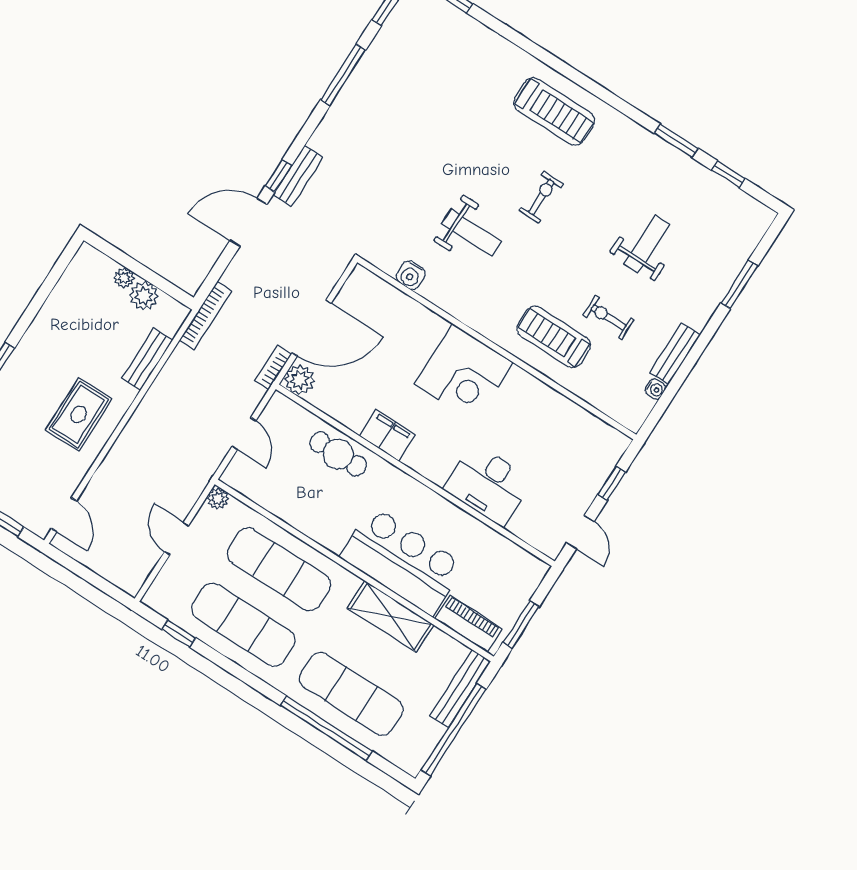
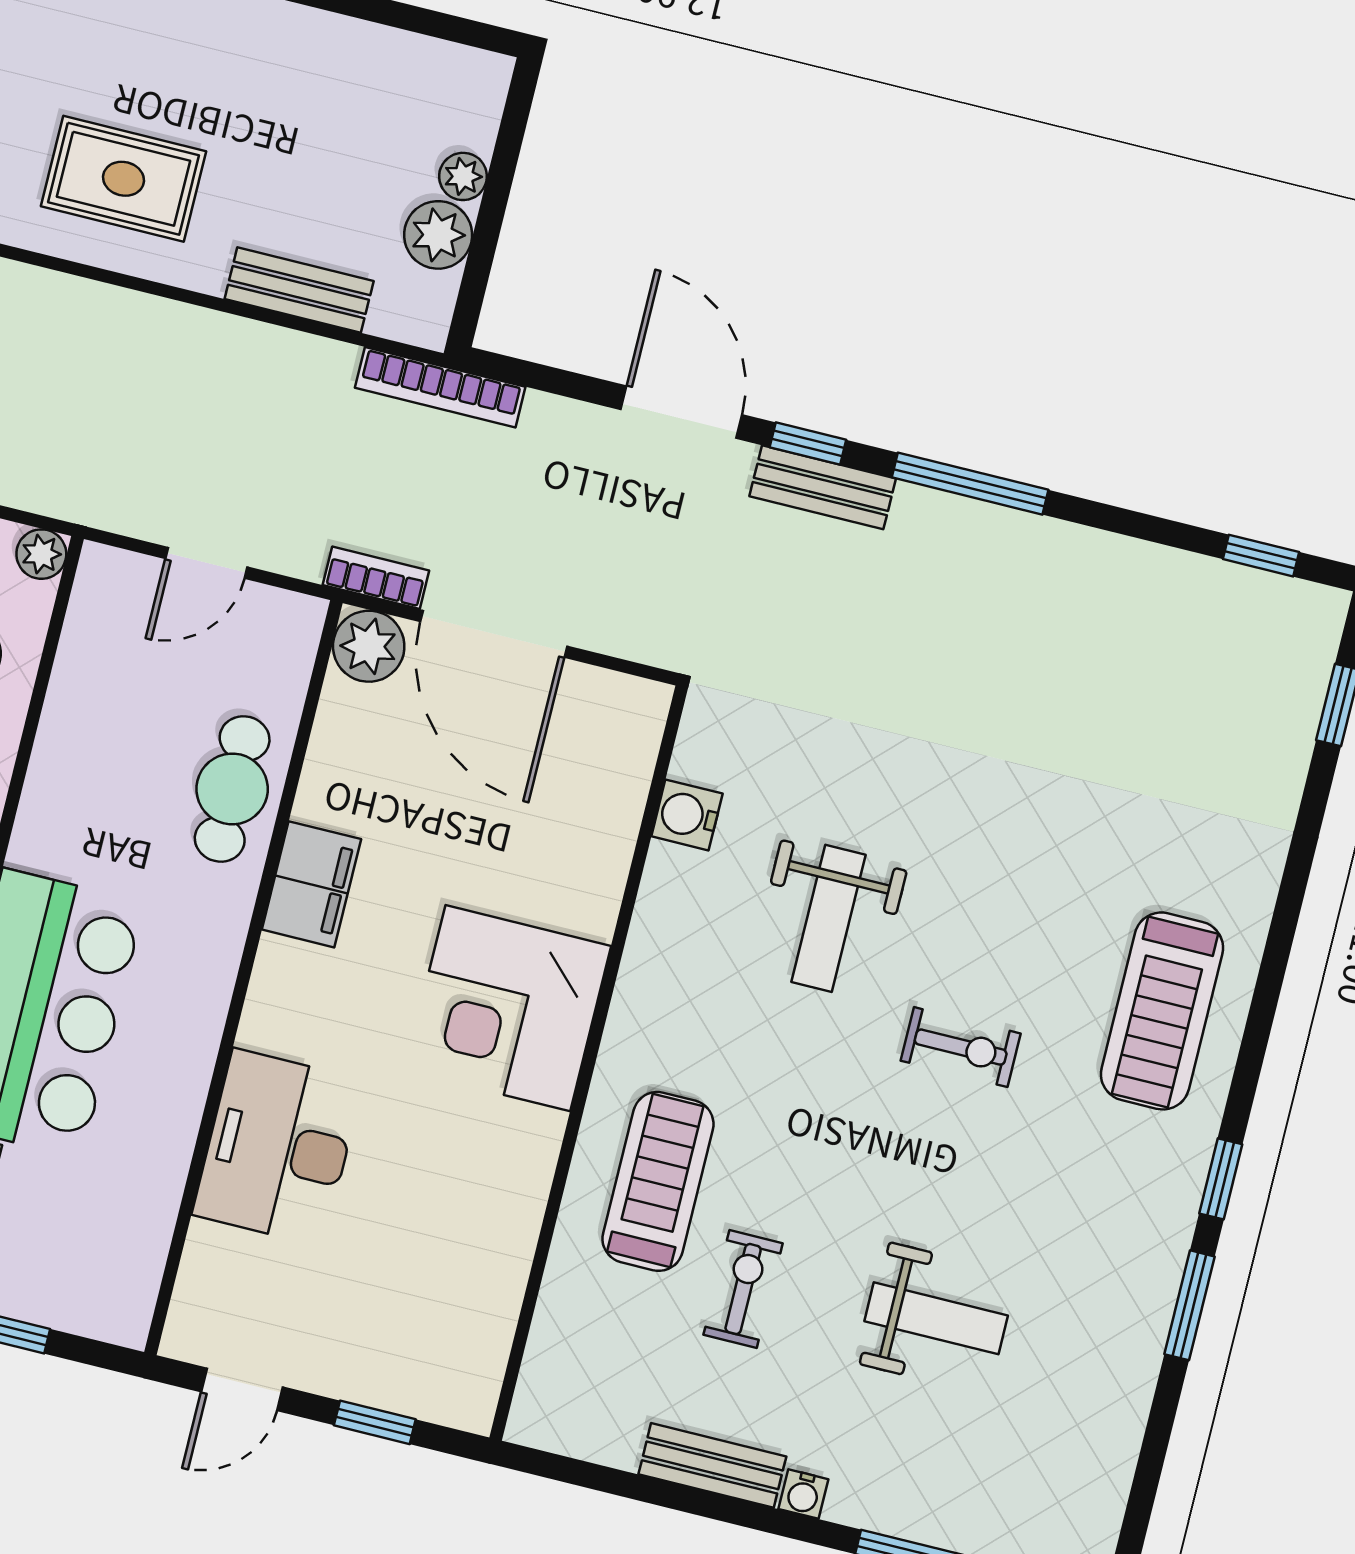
window: (343, 75) -> (970, 484), moved
window: (728, 174) -> (1221, 1179), moved
water cooler: (655, 389) -> (803, 1494), moved

